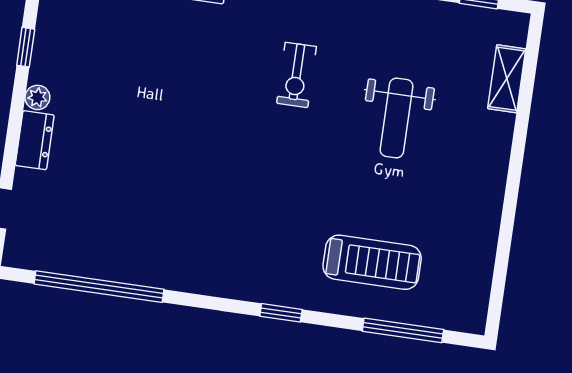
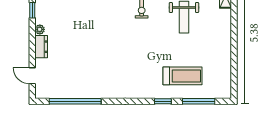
window: (281, 313) -> (163, 101), moved

